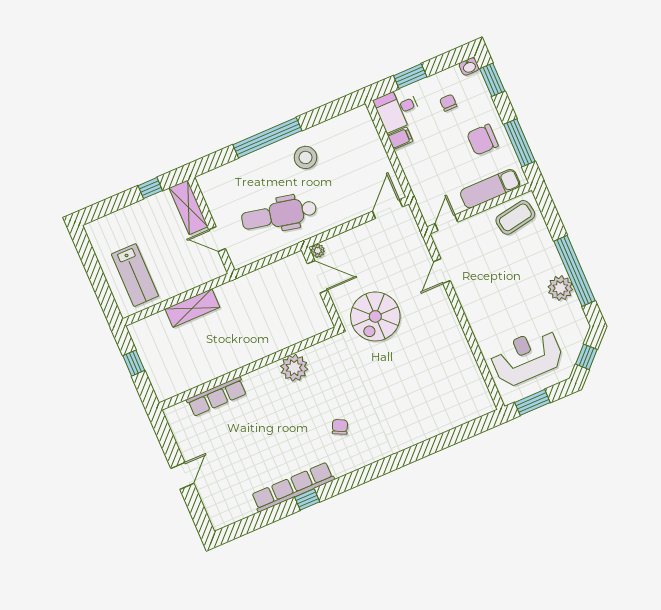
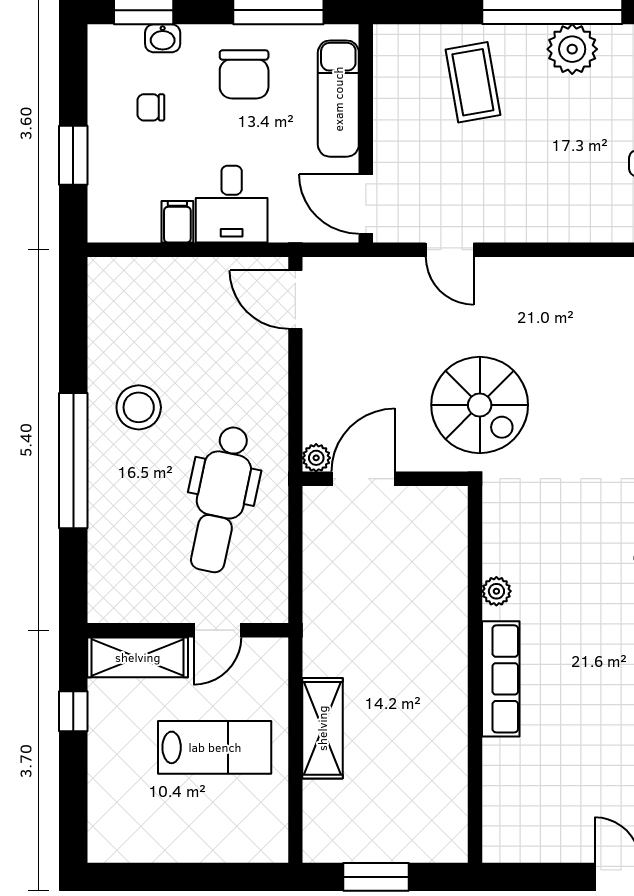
washbasin: (469, 66) -> (163, 38), moved, turned 90
desk: (397, 109) -> (232, 204), moved
coffee table: (515, 217) -> (473, 82), moved
door: (446, 223) -> (366, 204), width x1.38
lab bench: (135, 275) -> (215, 747), moved
window: (134, 363) -> (376, 877), width x1.50
plant: (294, 368) -> (496, 591), width x0.53, depth x0.53
row of seats: (217, 397) -> (501, 679), moved

